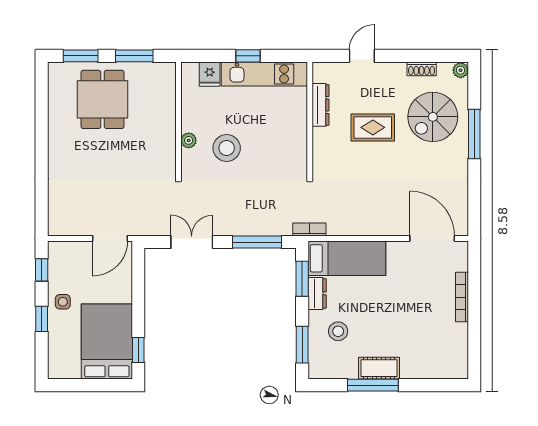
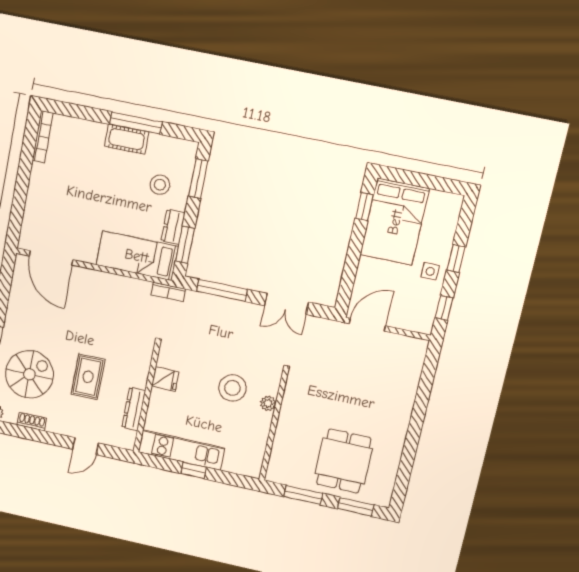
fridge: (210, 74) -> (165, 379), moved, turned 90
rug: (373, 127) -> (88, 377), turned 90
bookcase: (462, 297) -> (43, 137), moved

